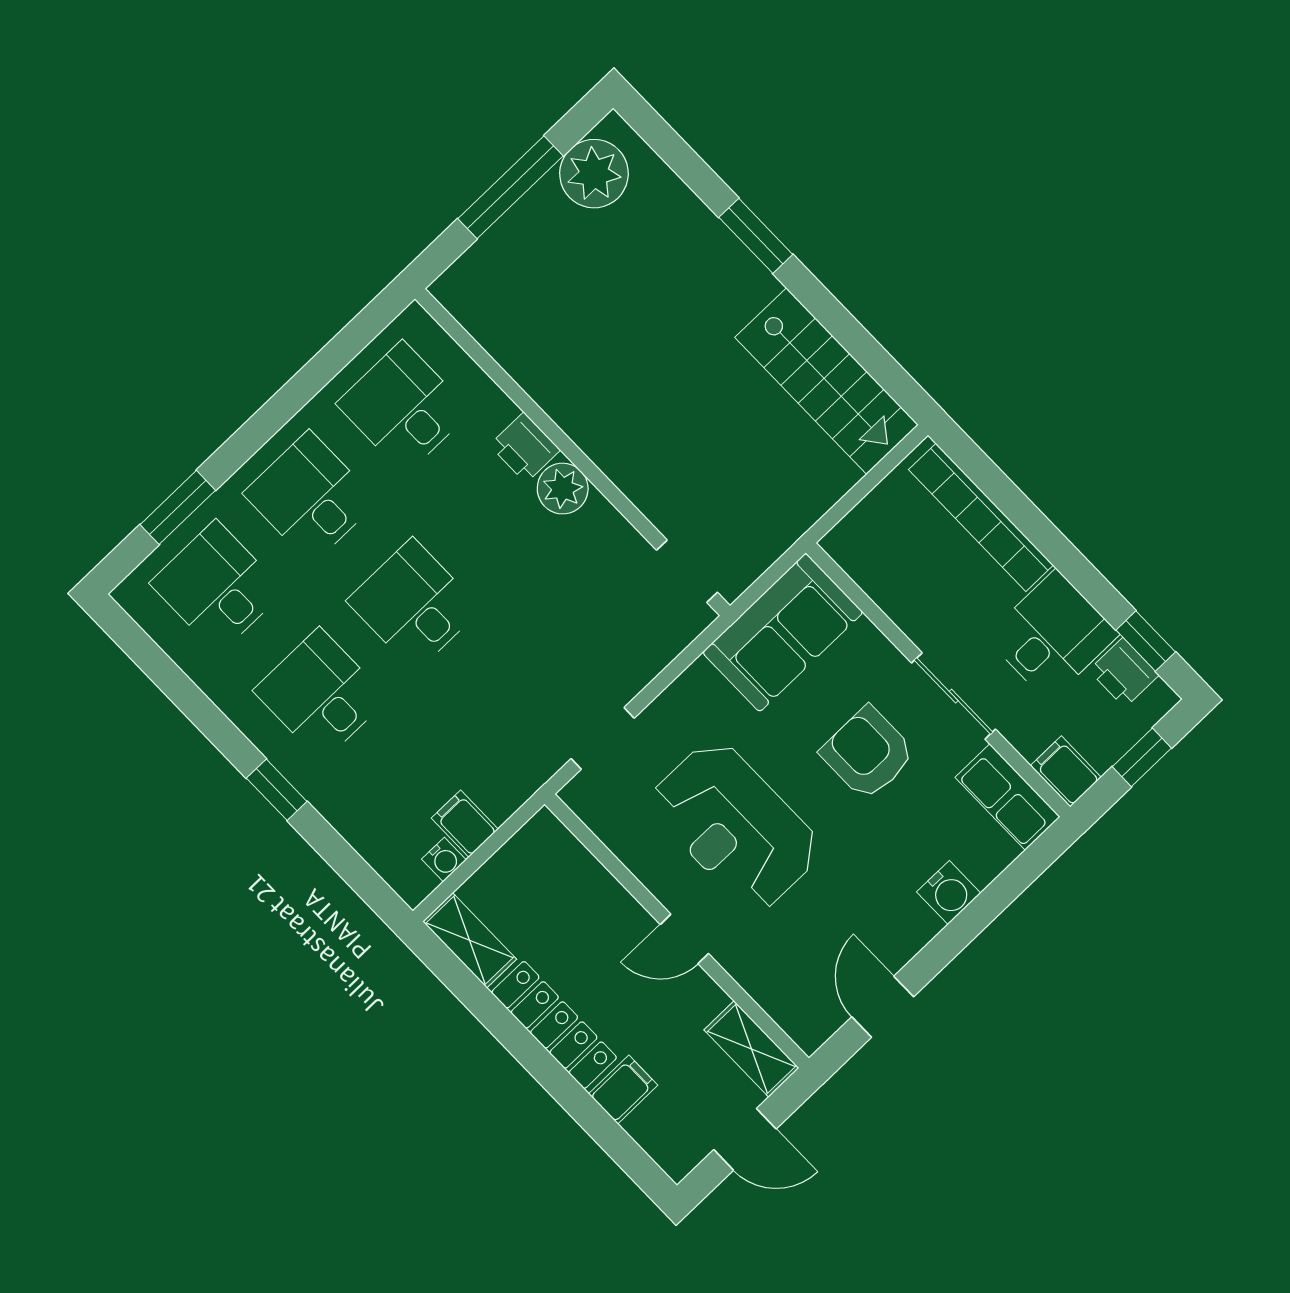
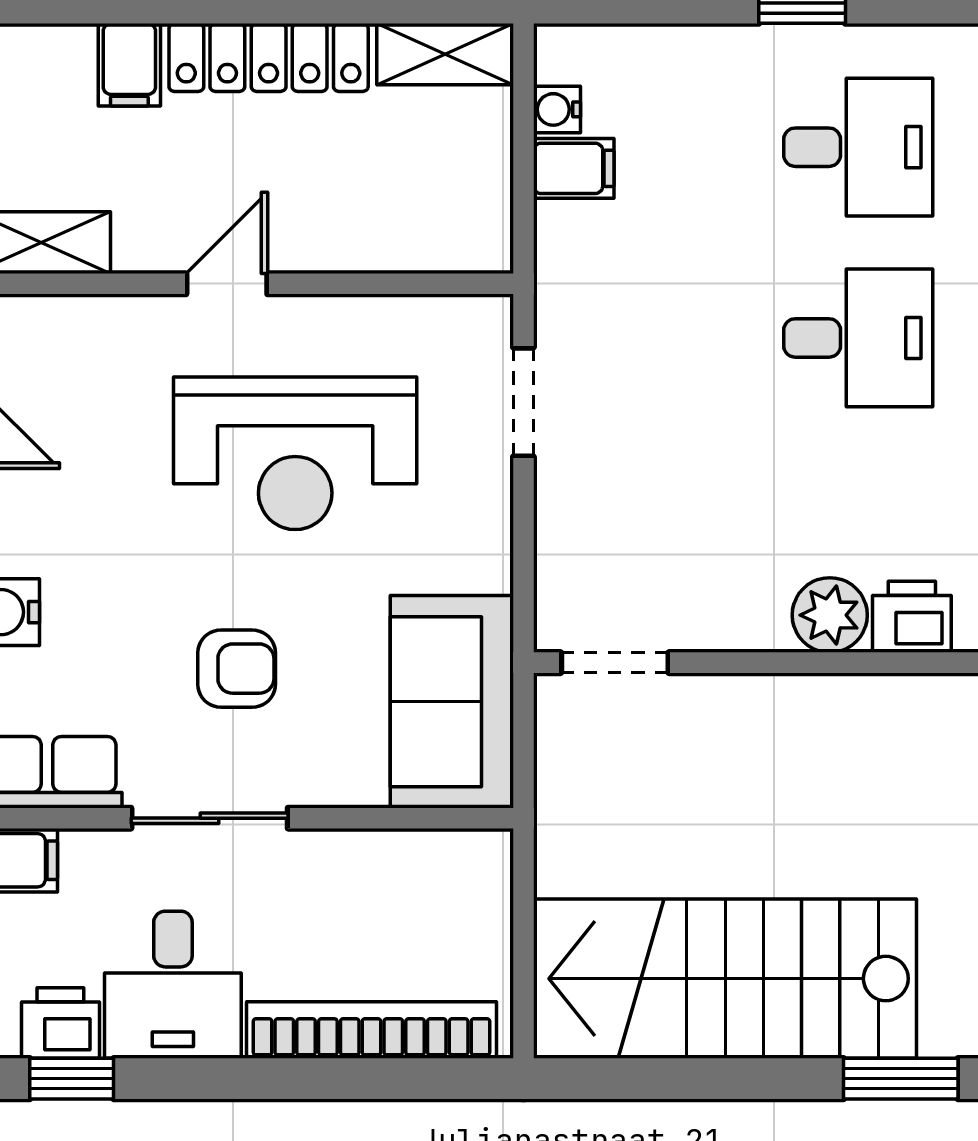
stairs: (827, 381) -> (725, 979), width x1.36, depth x1.51
armchair: (868, 753) -> (237, 669), width x0.72, depth x0.72
reception desk: (735, 826) -> (295, 453), turned 180

